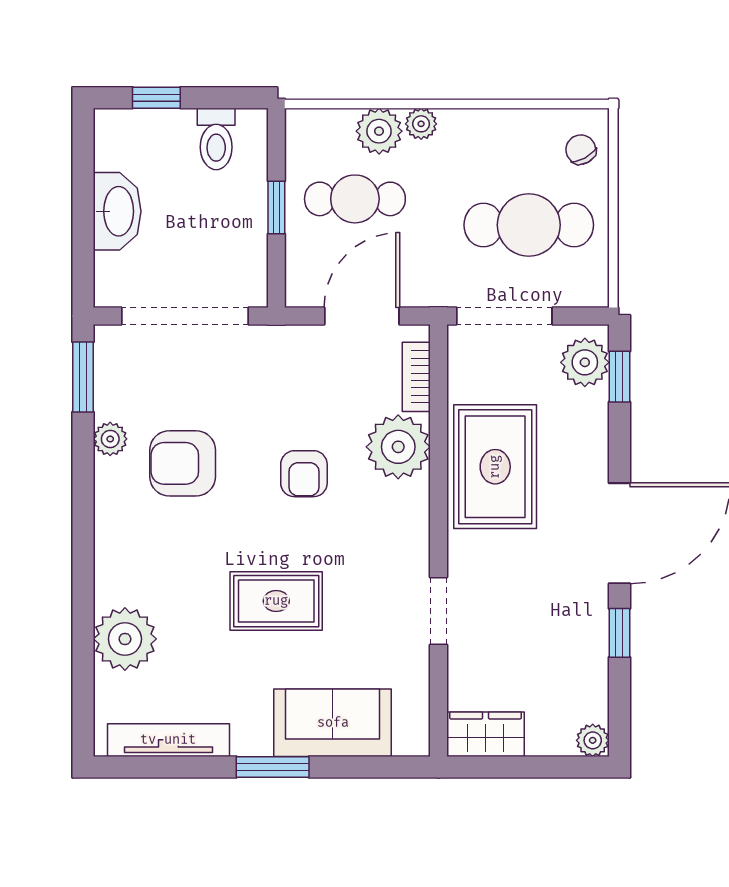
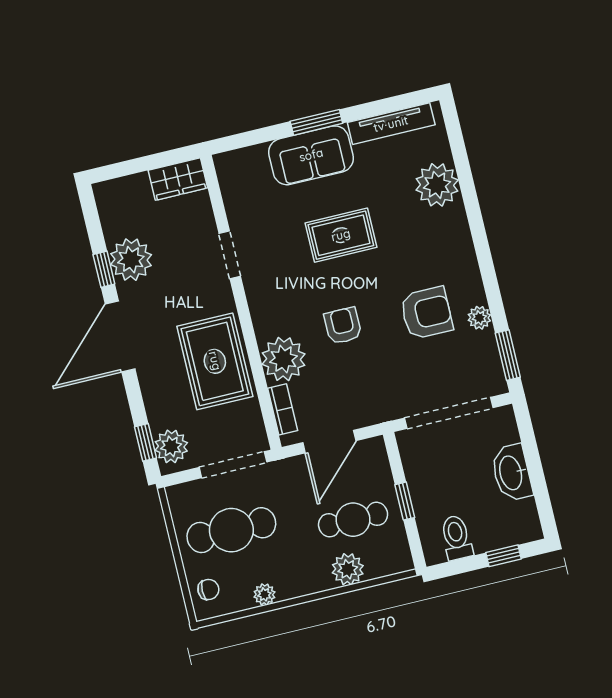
plant: (421, 124) -> (264, 594), moved
chair: (581, 150) -> (208, 589), turned -61
sofa: (333, 723) -> (311, 155), moved
plant: (593, 740) -> (131, 260), moved, width x1.88, depth x1.88

